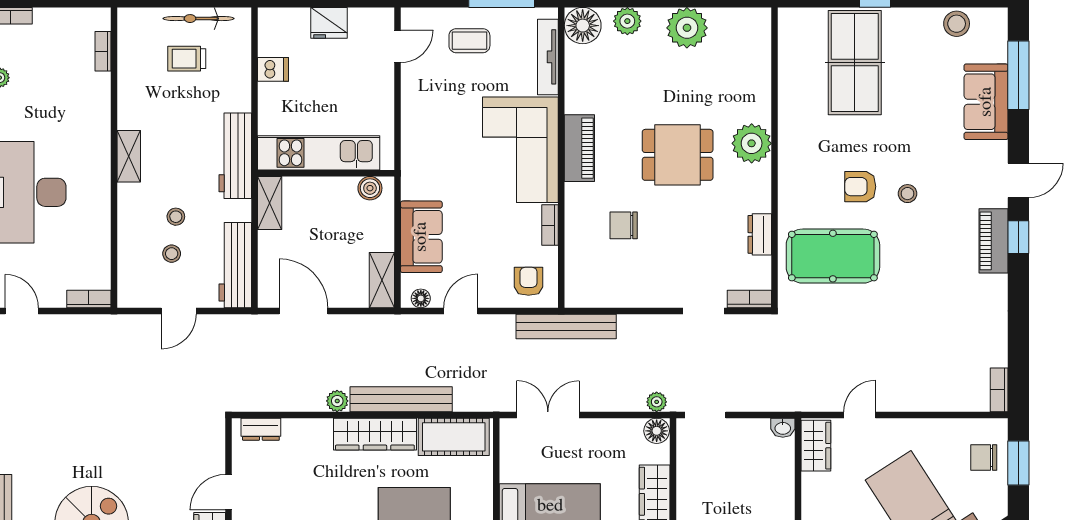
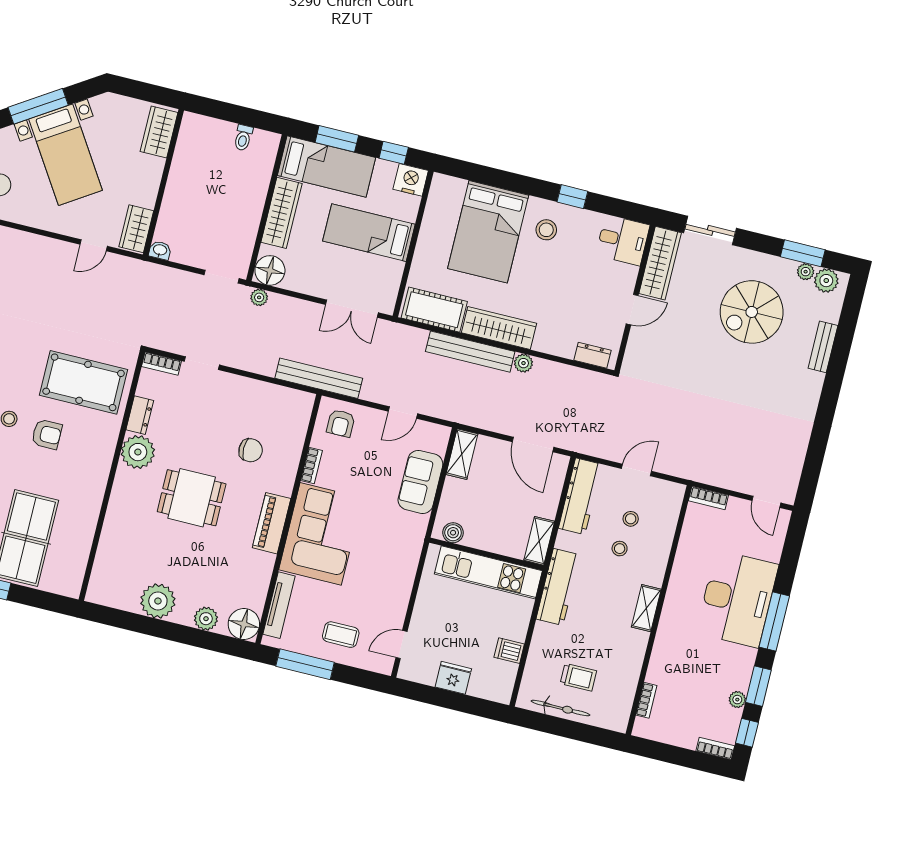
plant: (752, 143) -> (138, 452), moved
floor lamp: (421, 298) -> (433, 431), removed
floor lamp: (657, 431) -> (270, 270), width x1.38, depth x1.38

